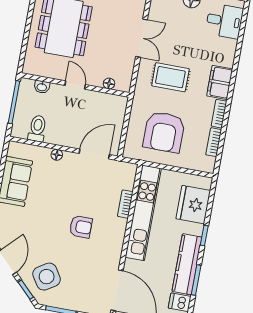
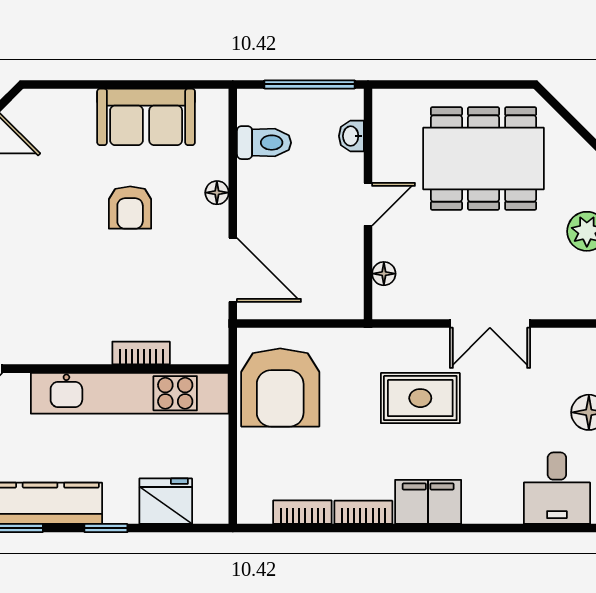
rug: (170, 77) -> (420, 398), turned 90
armchair: (164, 132) -> (280, 387), moved, turned -90
fridge: (193, 205) -> (166, 501), width x0.73, depth x0.75
armchair: (81, 227) -> (130, 208), moved

